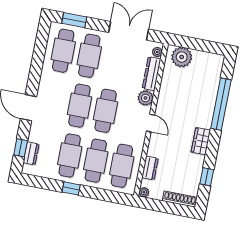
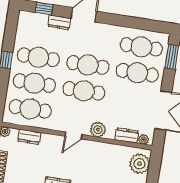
dresser: (152, 74) -> (127, 135), width x0.70
dresser: (31, 153) -> (59, 22), moved

